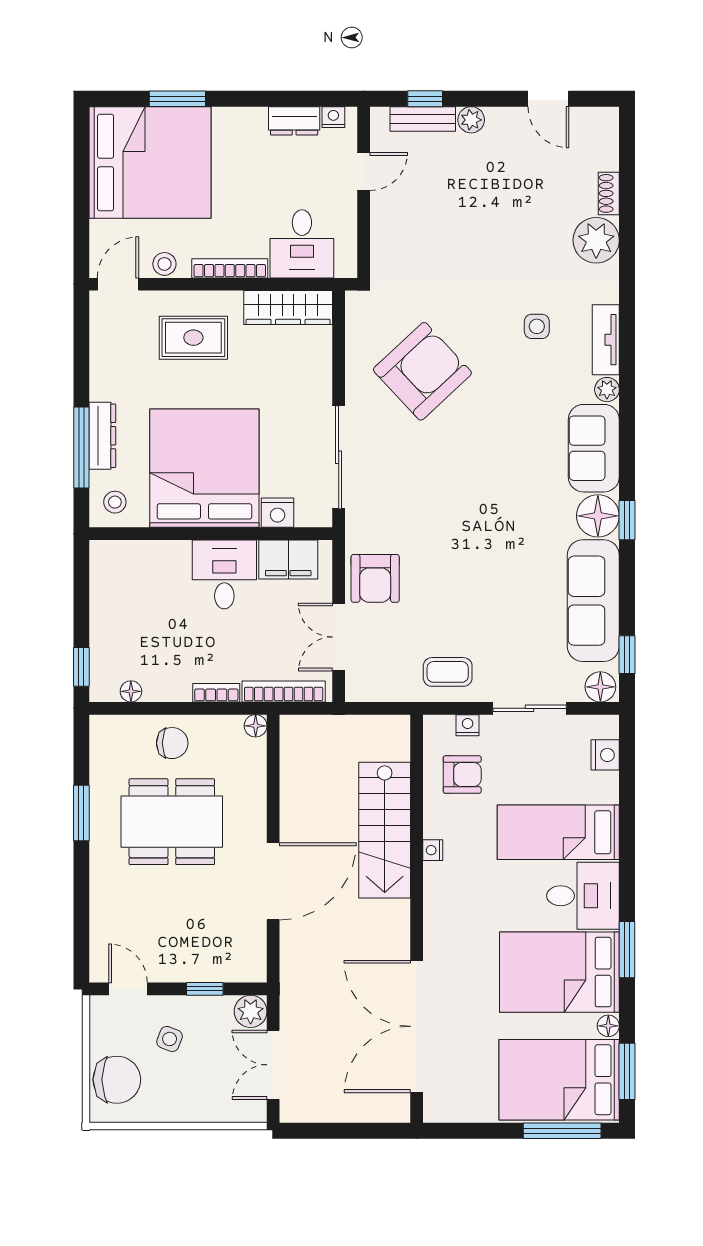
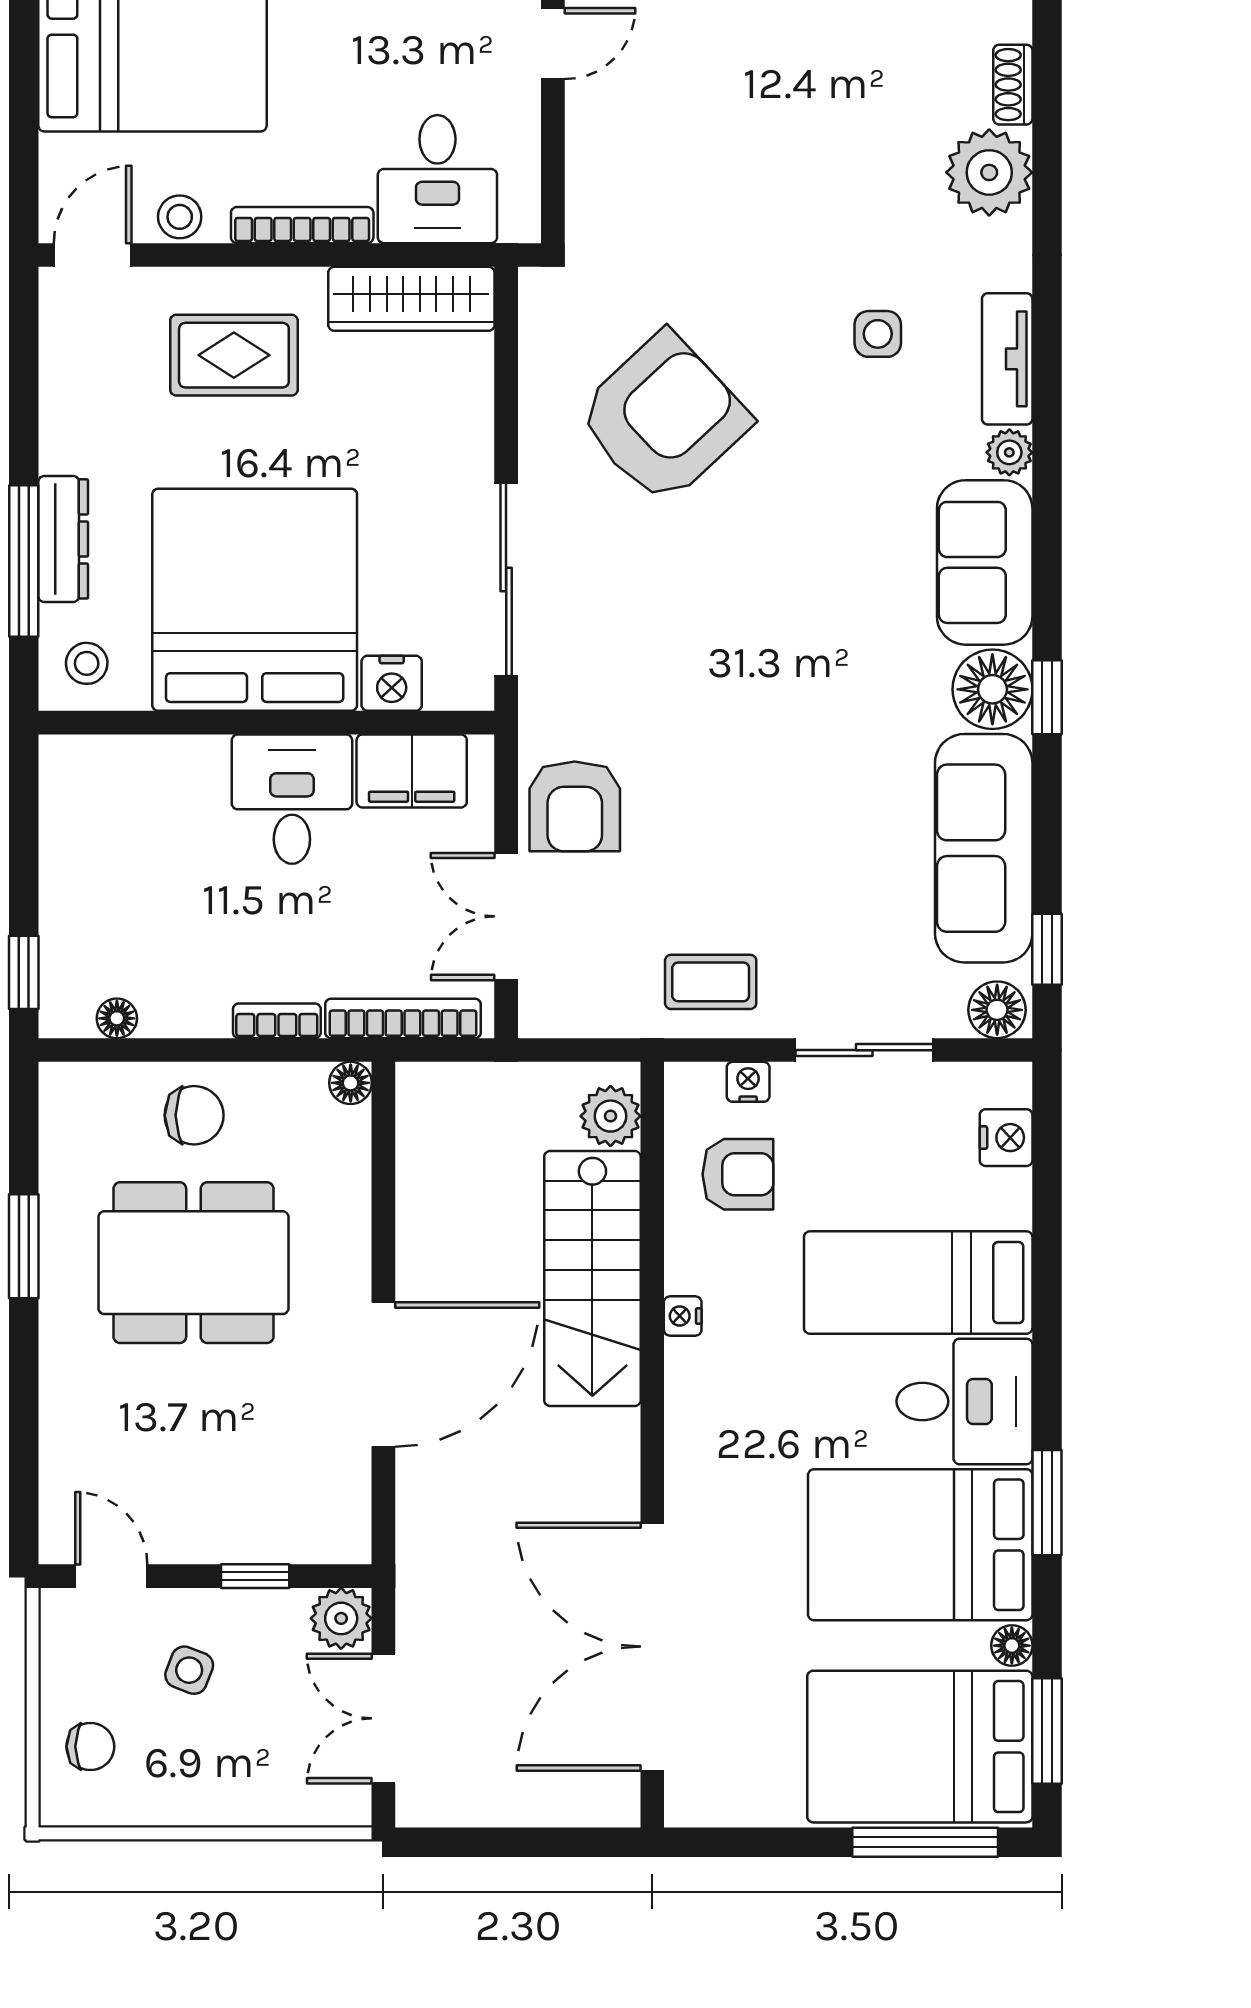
plant: (394, 743) -> (610, 1116), added
chair: (117, 1080) -> (90, 1747), width x0.54, depth x0.54

